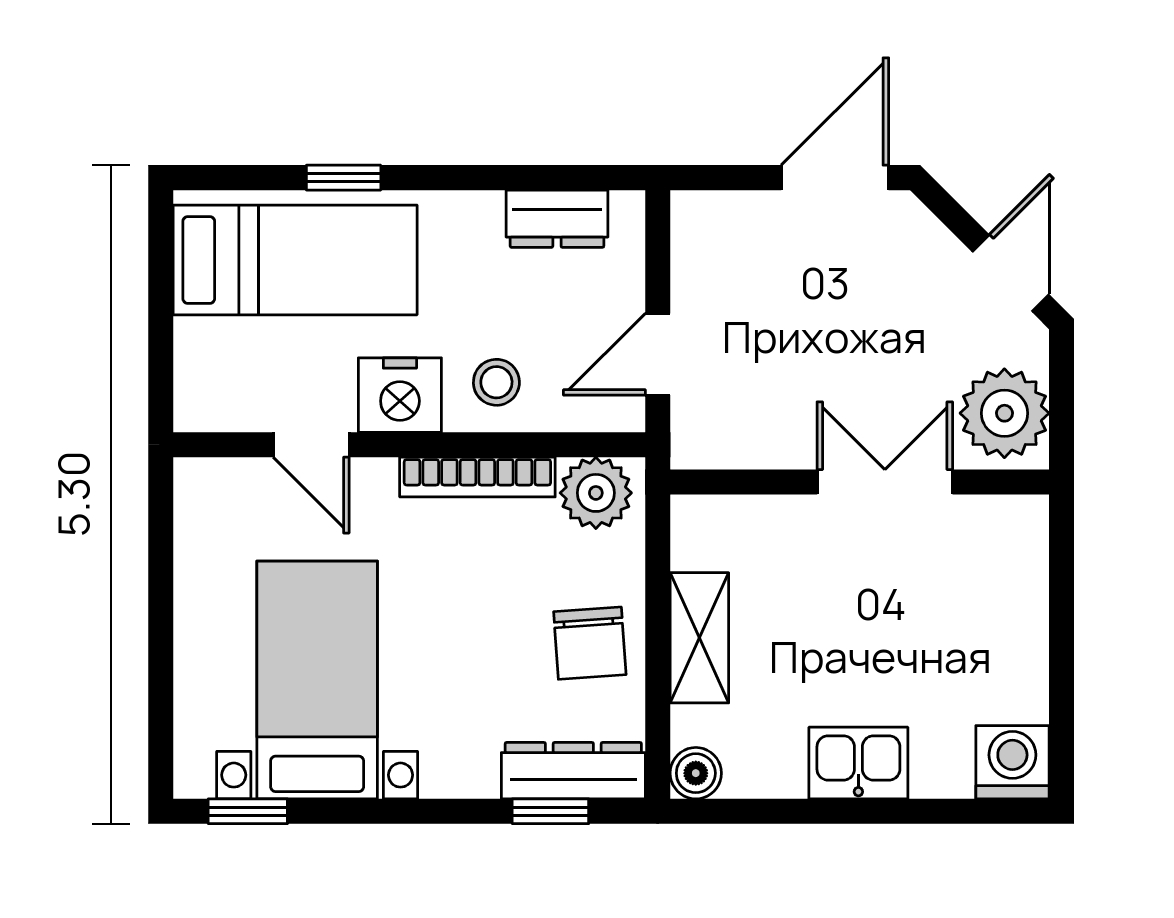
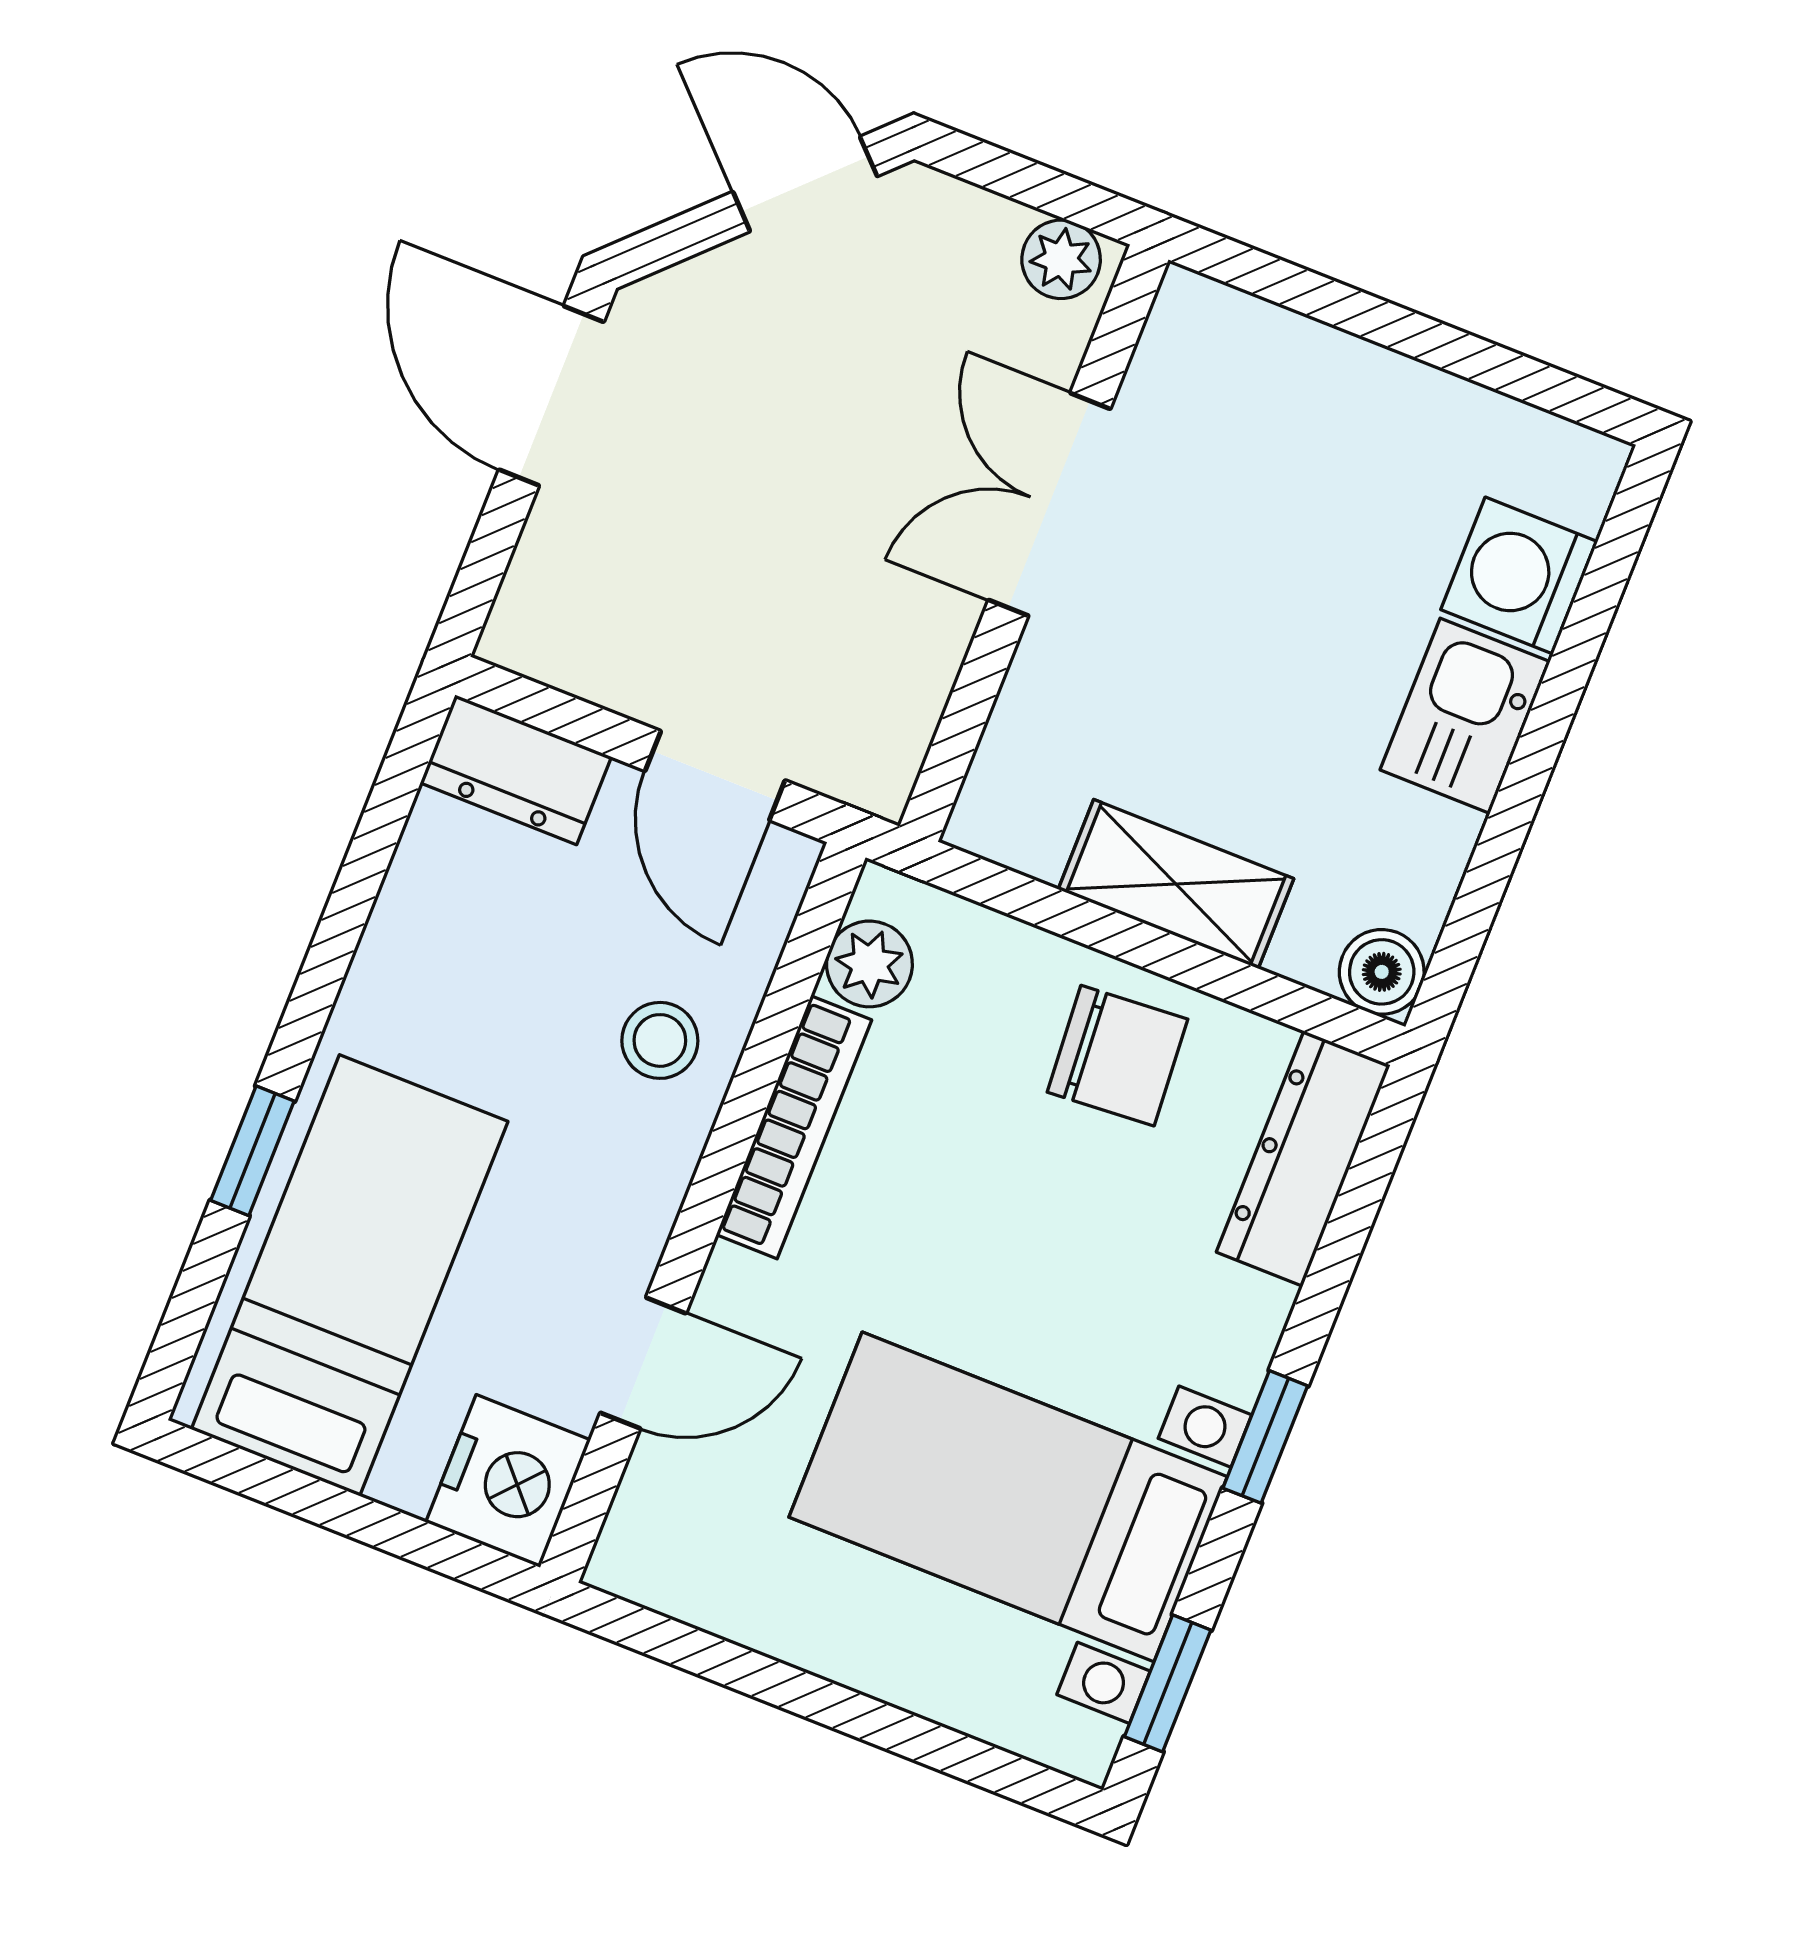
dresser: (557, 219) -> (516, 770), moved, turned 90
nightstand: (400, 395) -> (508, 1481), moved
plant: (1004, 413) -> (1061, 259), width x0.53, depth x0.53
plant: (596, 493) -> (869, 964), width x0.73, depth x0.73
washing machine: (1012, 762) -> (1519, 576), moved
window: (550, 811) -> (1265, 1437), moved

